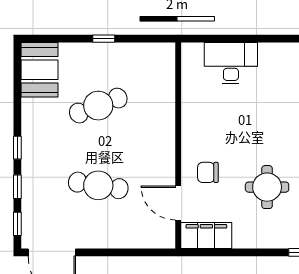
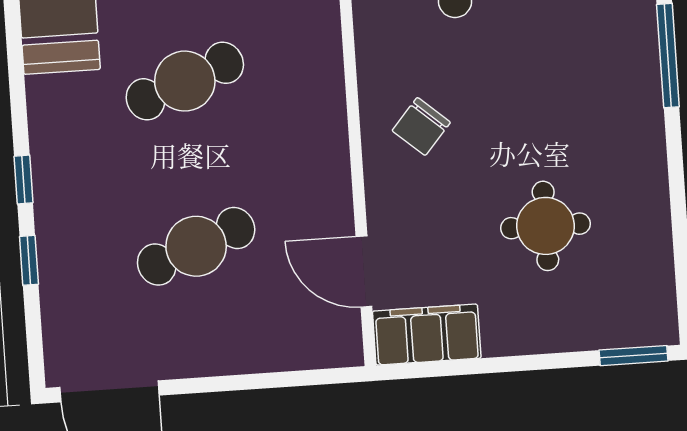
chair: (208, 172) -> (421, 126), moved, turned -49
cafe table: (98, 185) -> (196, 246), turned -30
window: (17, 224) -> (34, 337), removed

